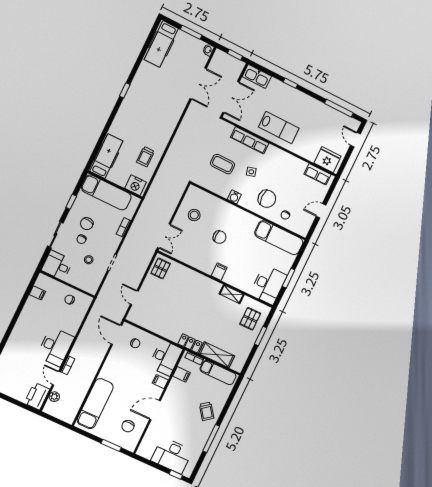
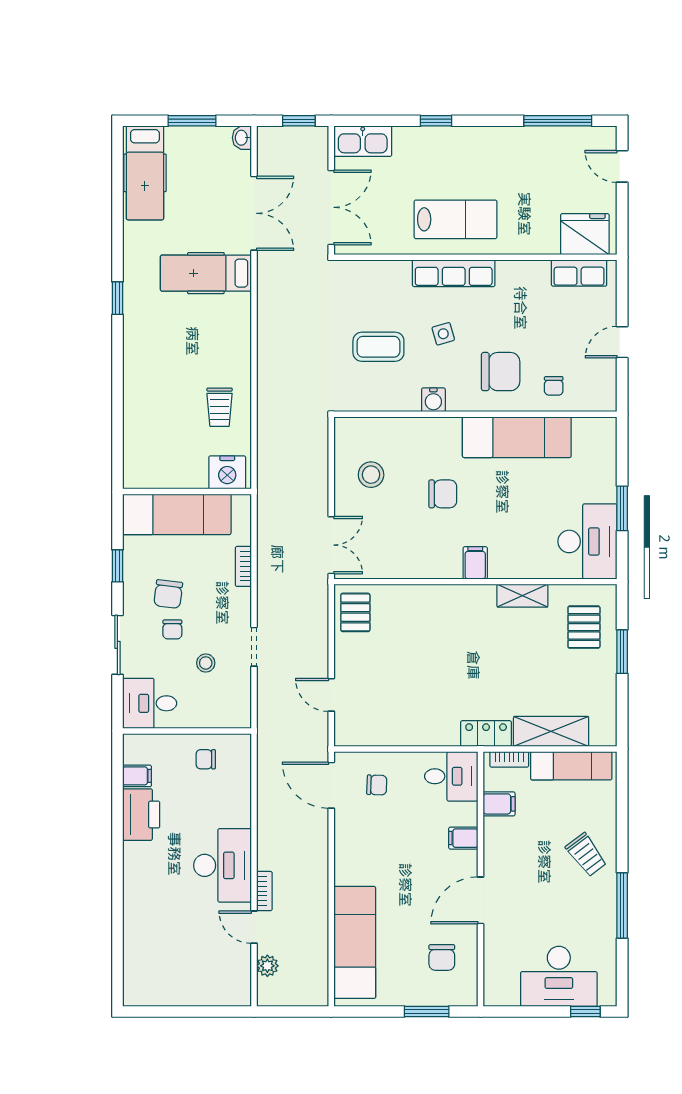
row of seats: (250, 140) -> (454, 273), moved
hospital bed: (106, 156) -> (206, 273), moved, turned -90
exam couch: (279, 238) -> (517, 437), moved
desk: (166, 358) -> (451, 776), width x0.73
printer: (37, 396) -> (141, 815), moved, turned 180

